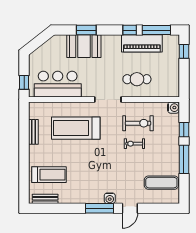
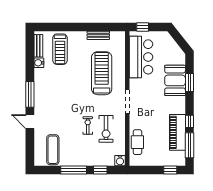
cafe table: (137, 79) -> (137, 142), moved
water cooler: (110, 198) -> (39, 63), moved

